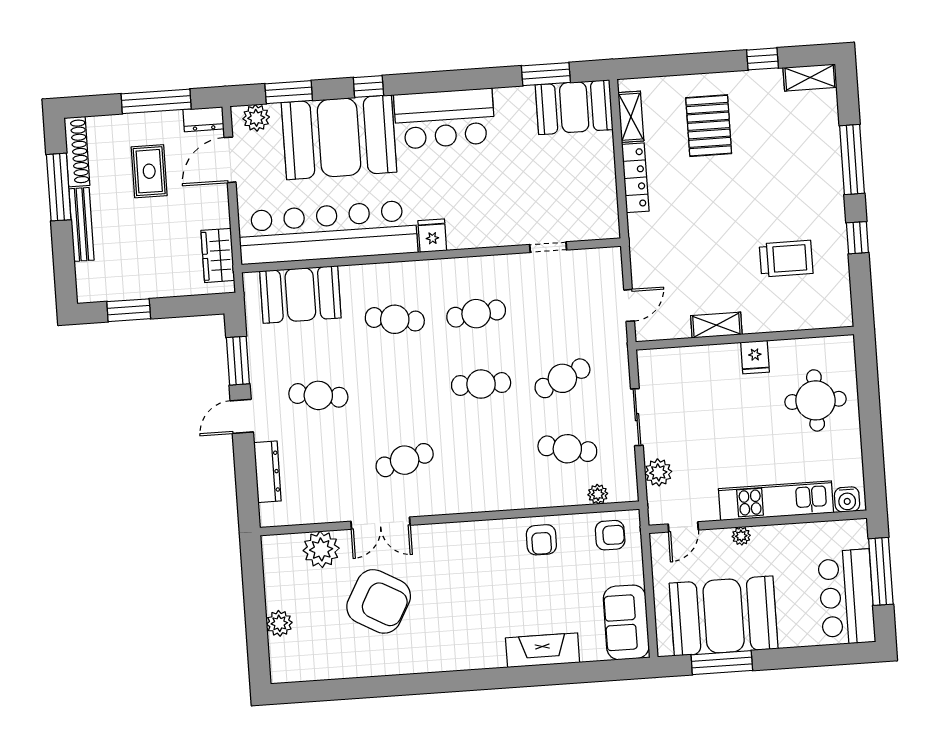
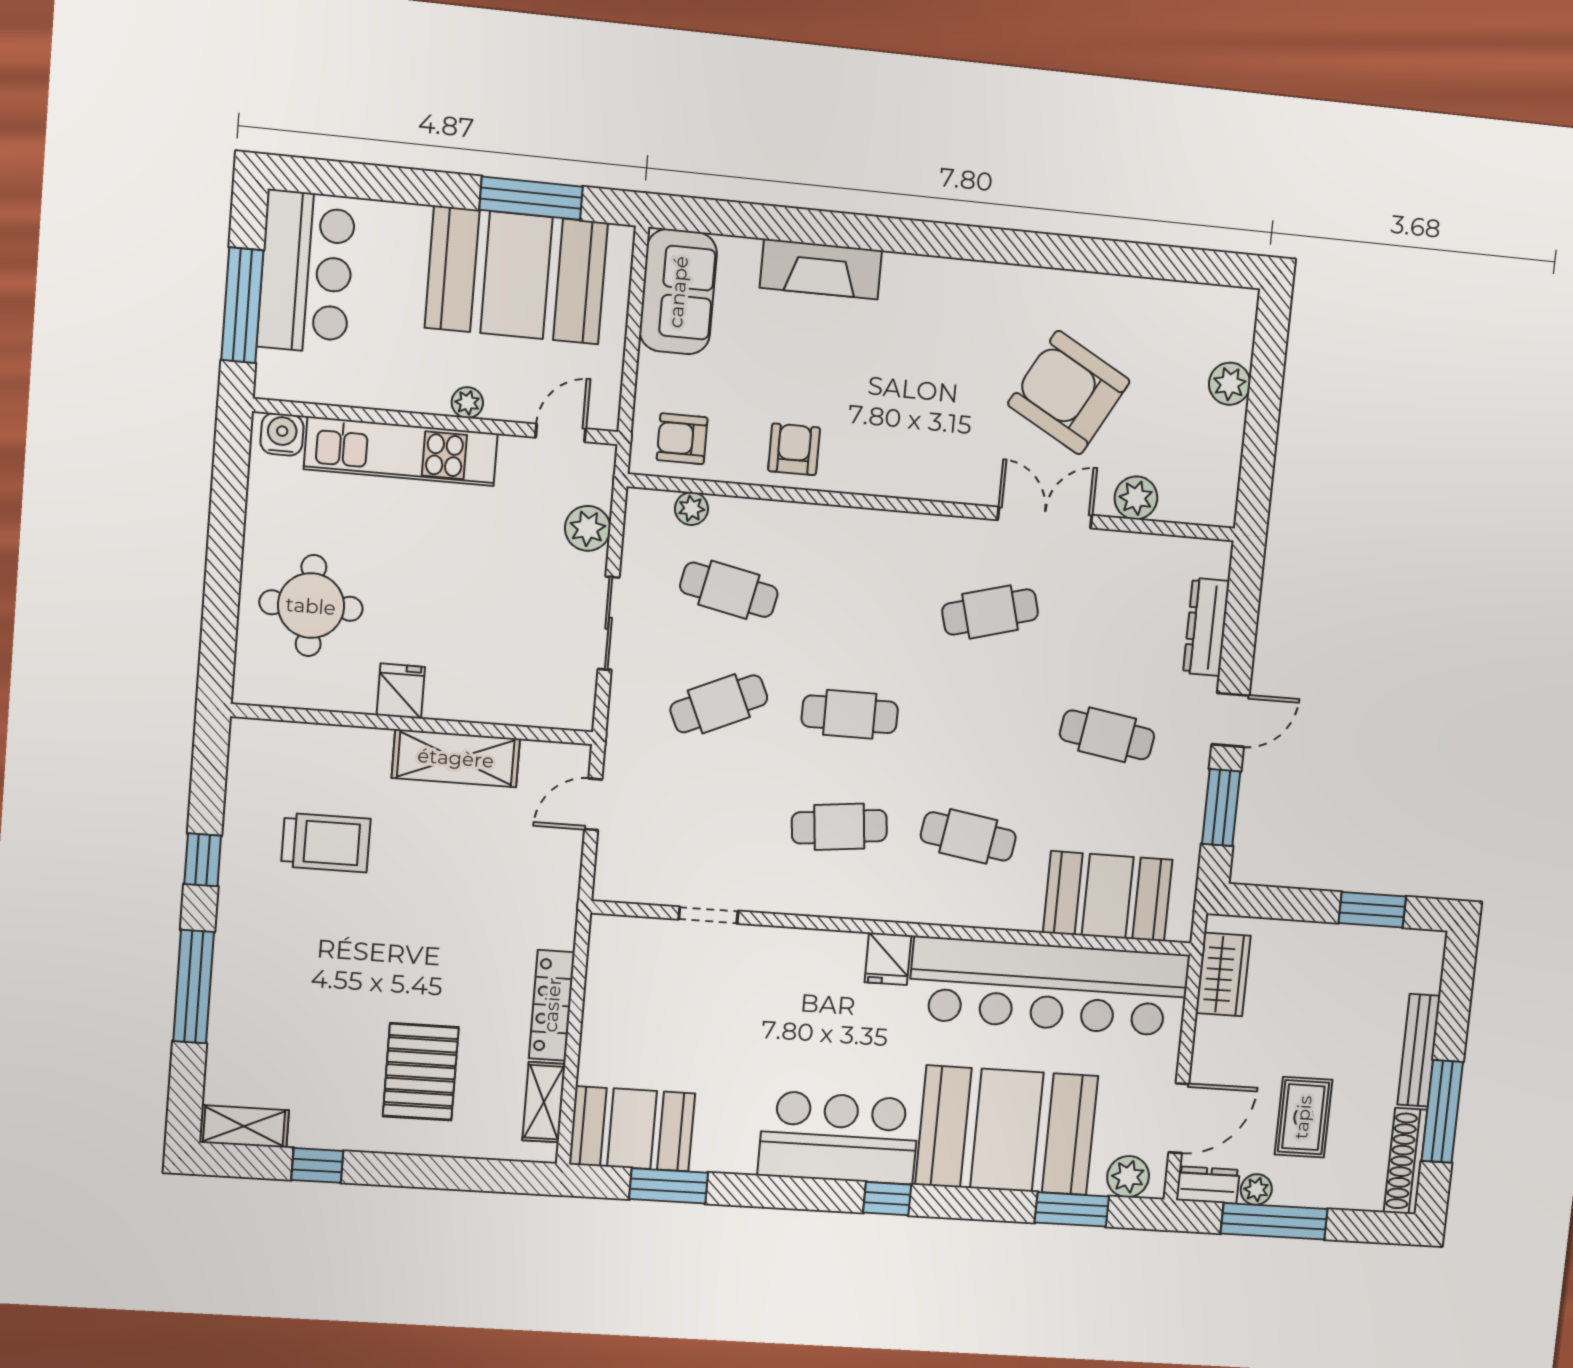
window: (368, 86) -> (887, 1199), moved
plant: (171, 120) -> (1256, 1189), added
trolley: (786, 259) -> (326, 843), turned 180
shelving: (716, 325) -> (456, 758), width x1.50, depth x1.33
plant: (321, 549) -> (1136, 498), width x0.73, depth x0.73

